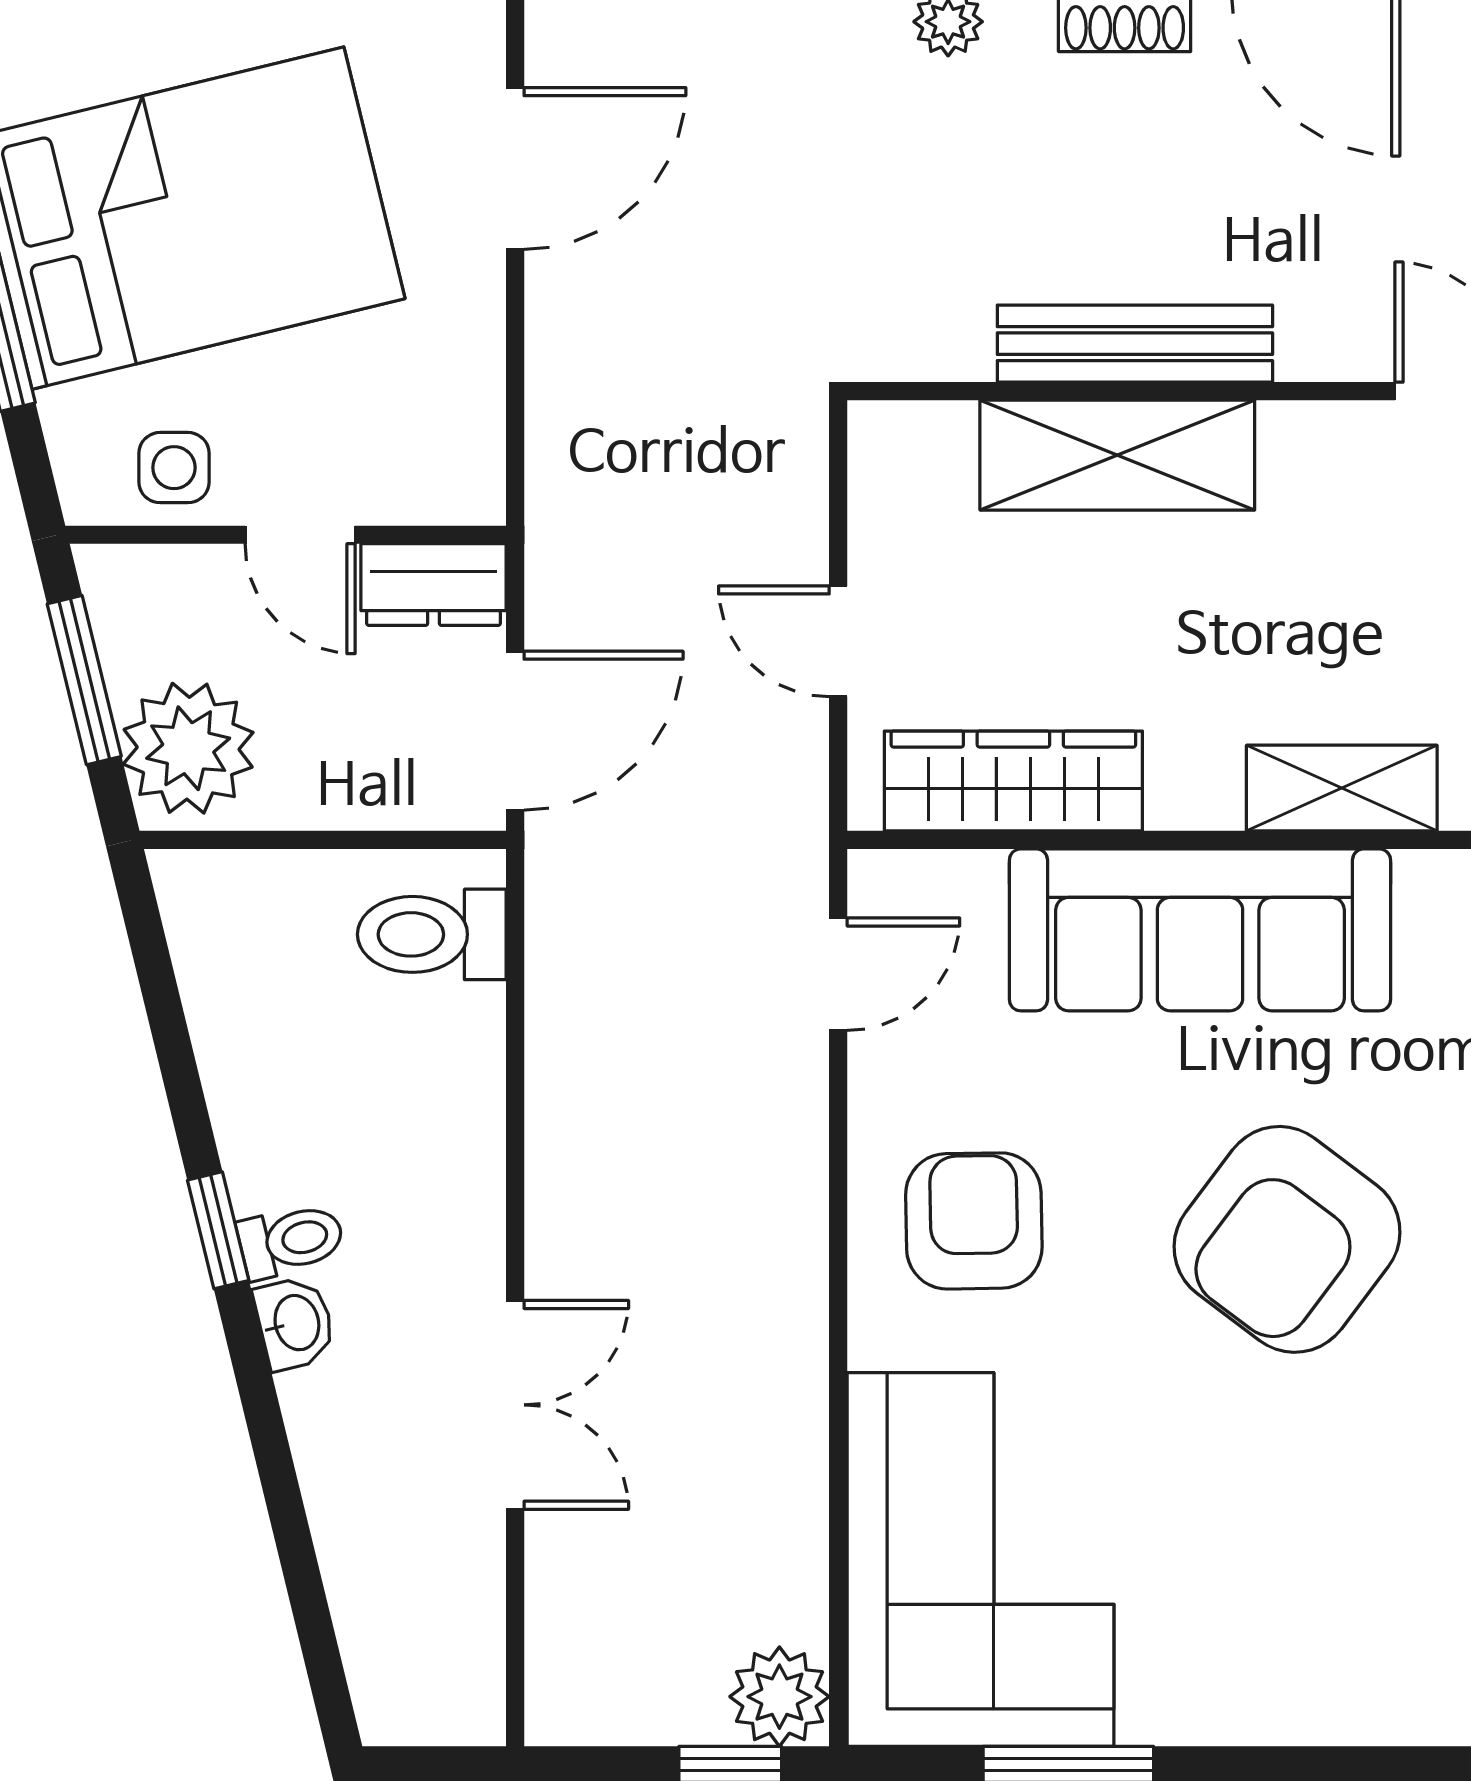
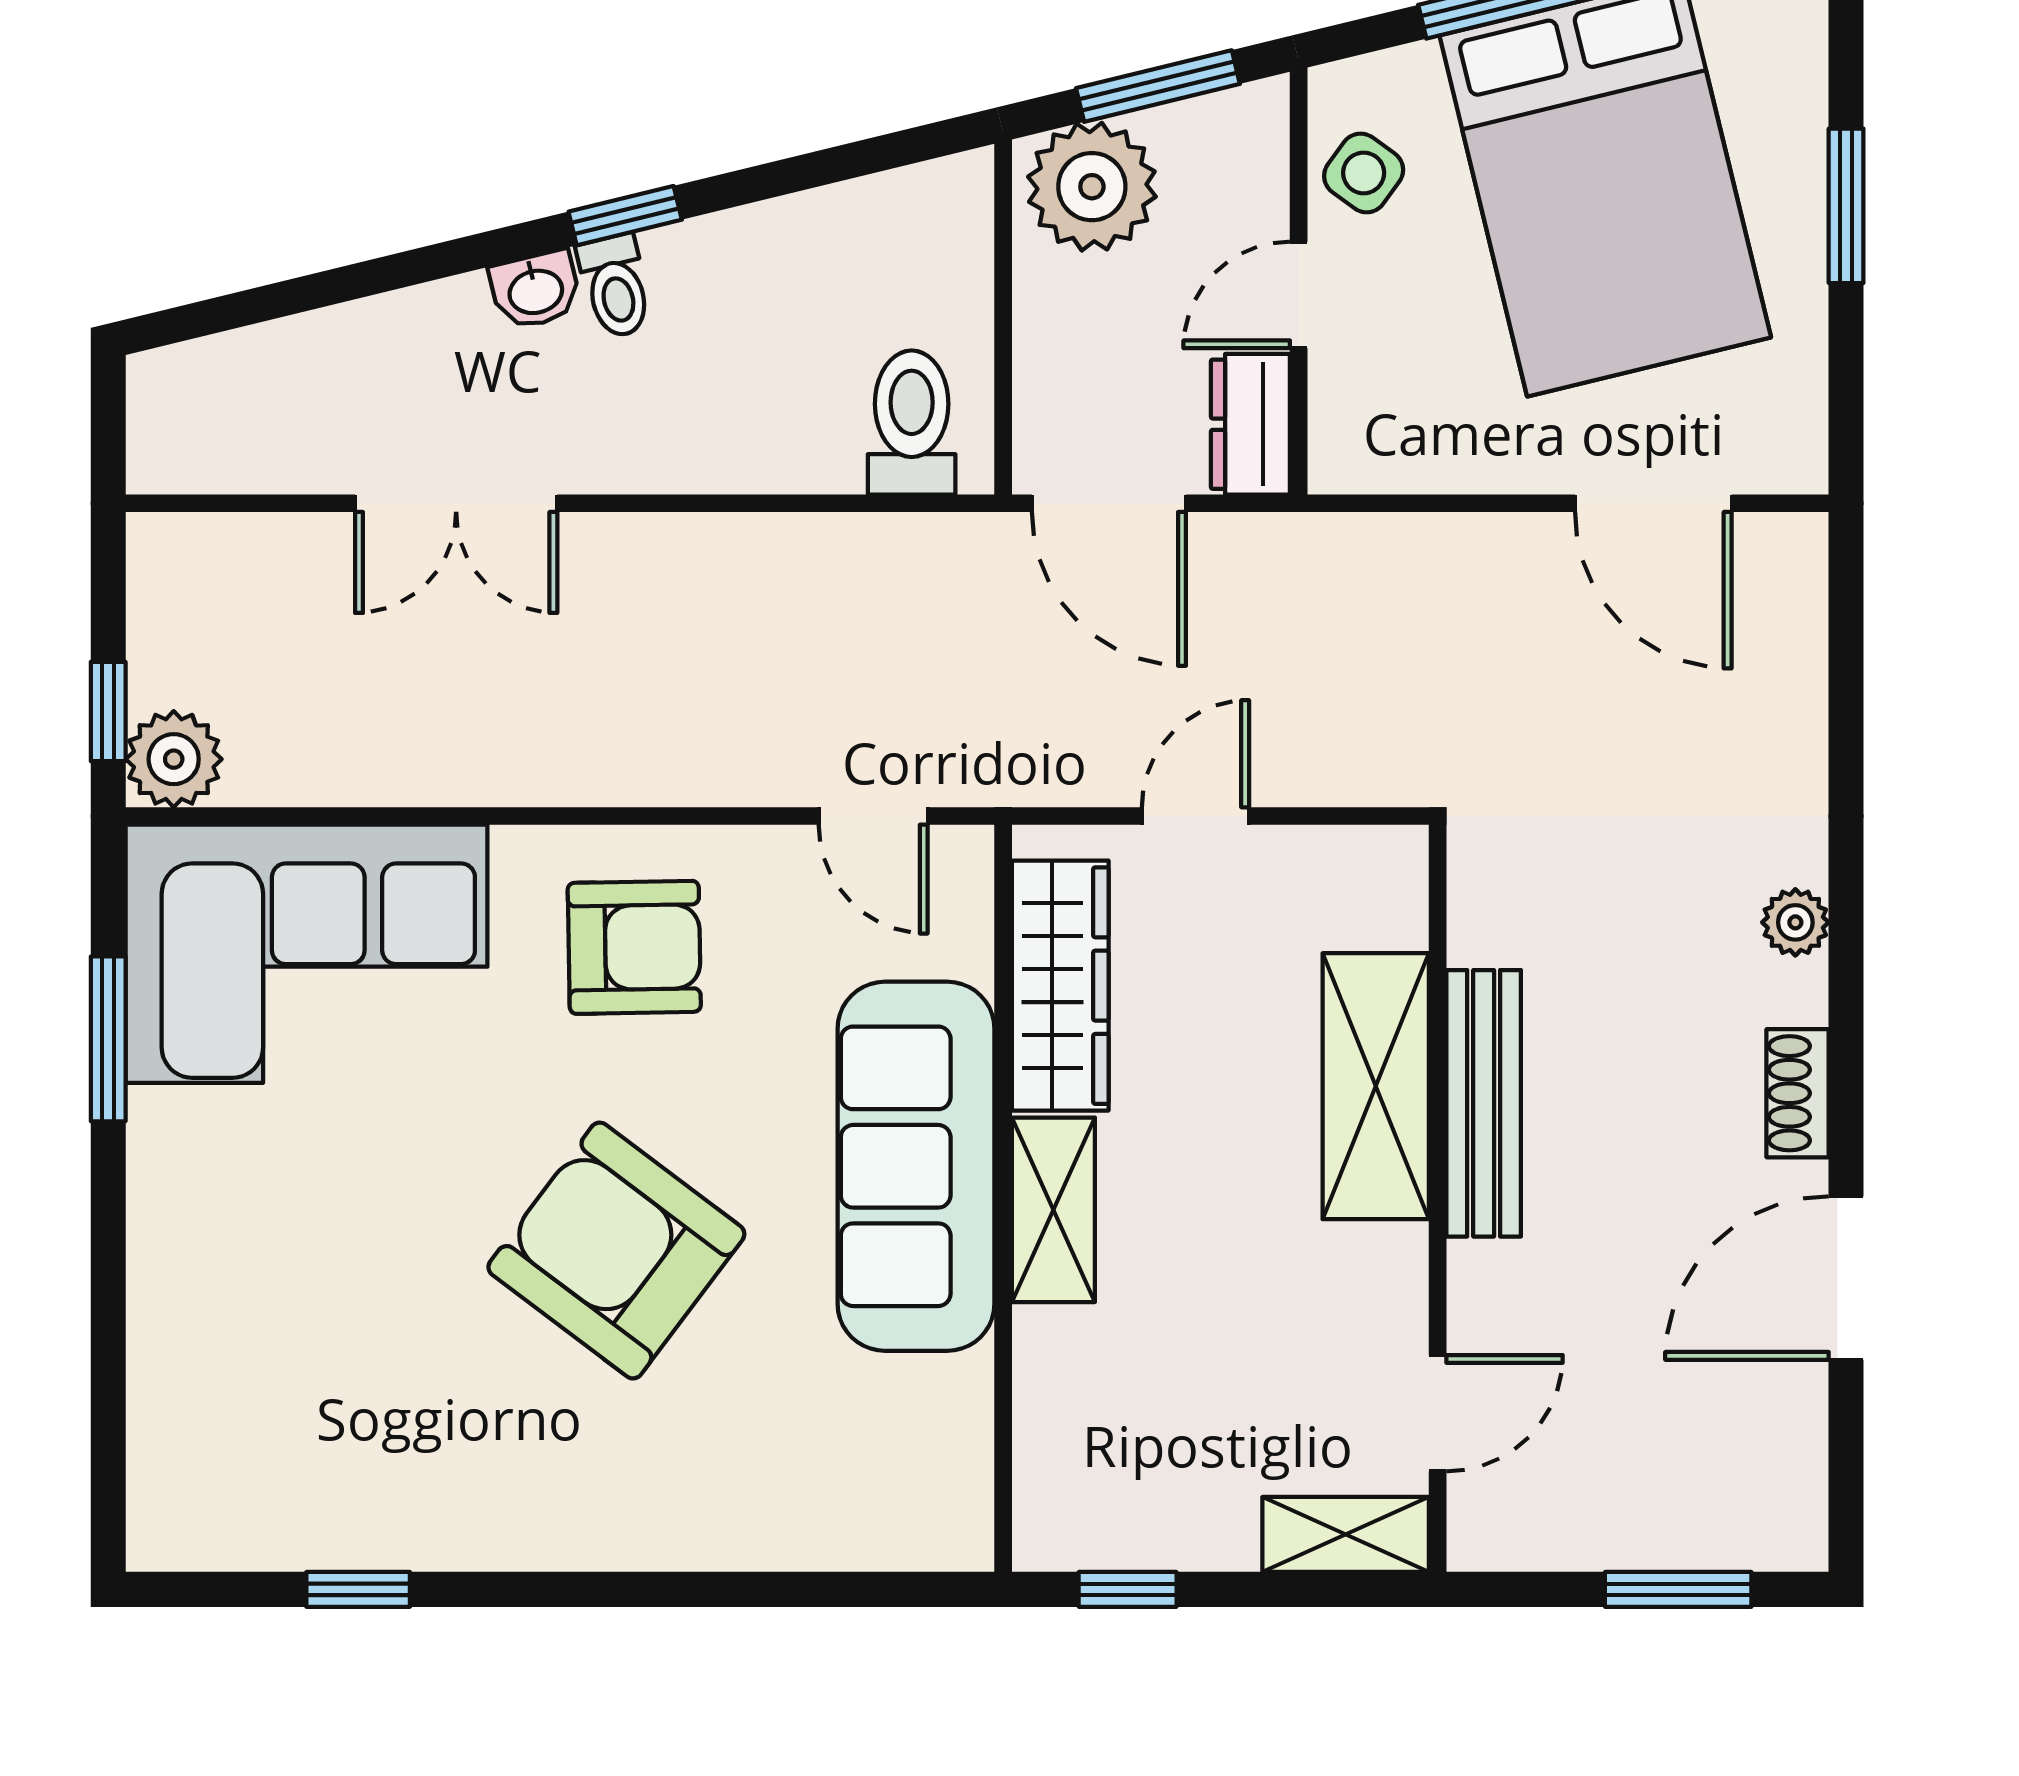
side table: (174, 468) -> (1364, 173), turned 36
shelving: (1342, 788) -> (1053, 1210), moved

